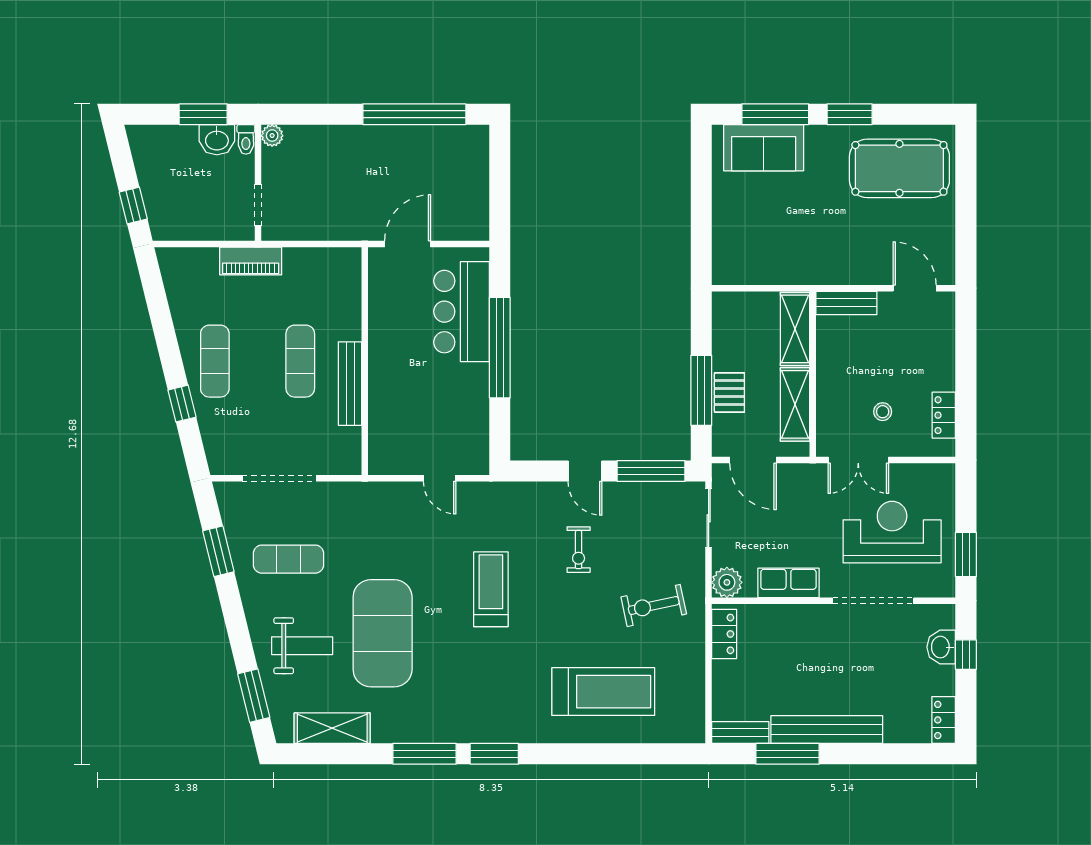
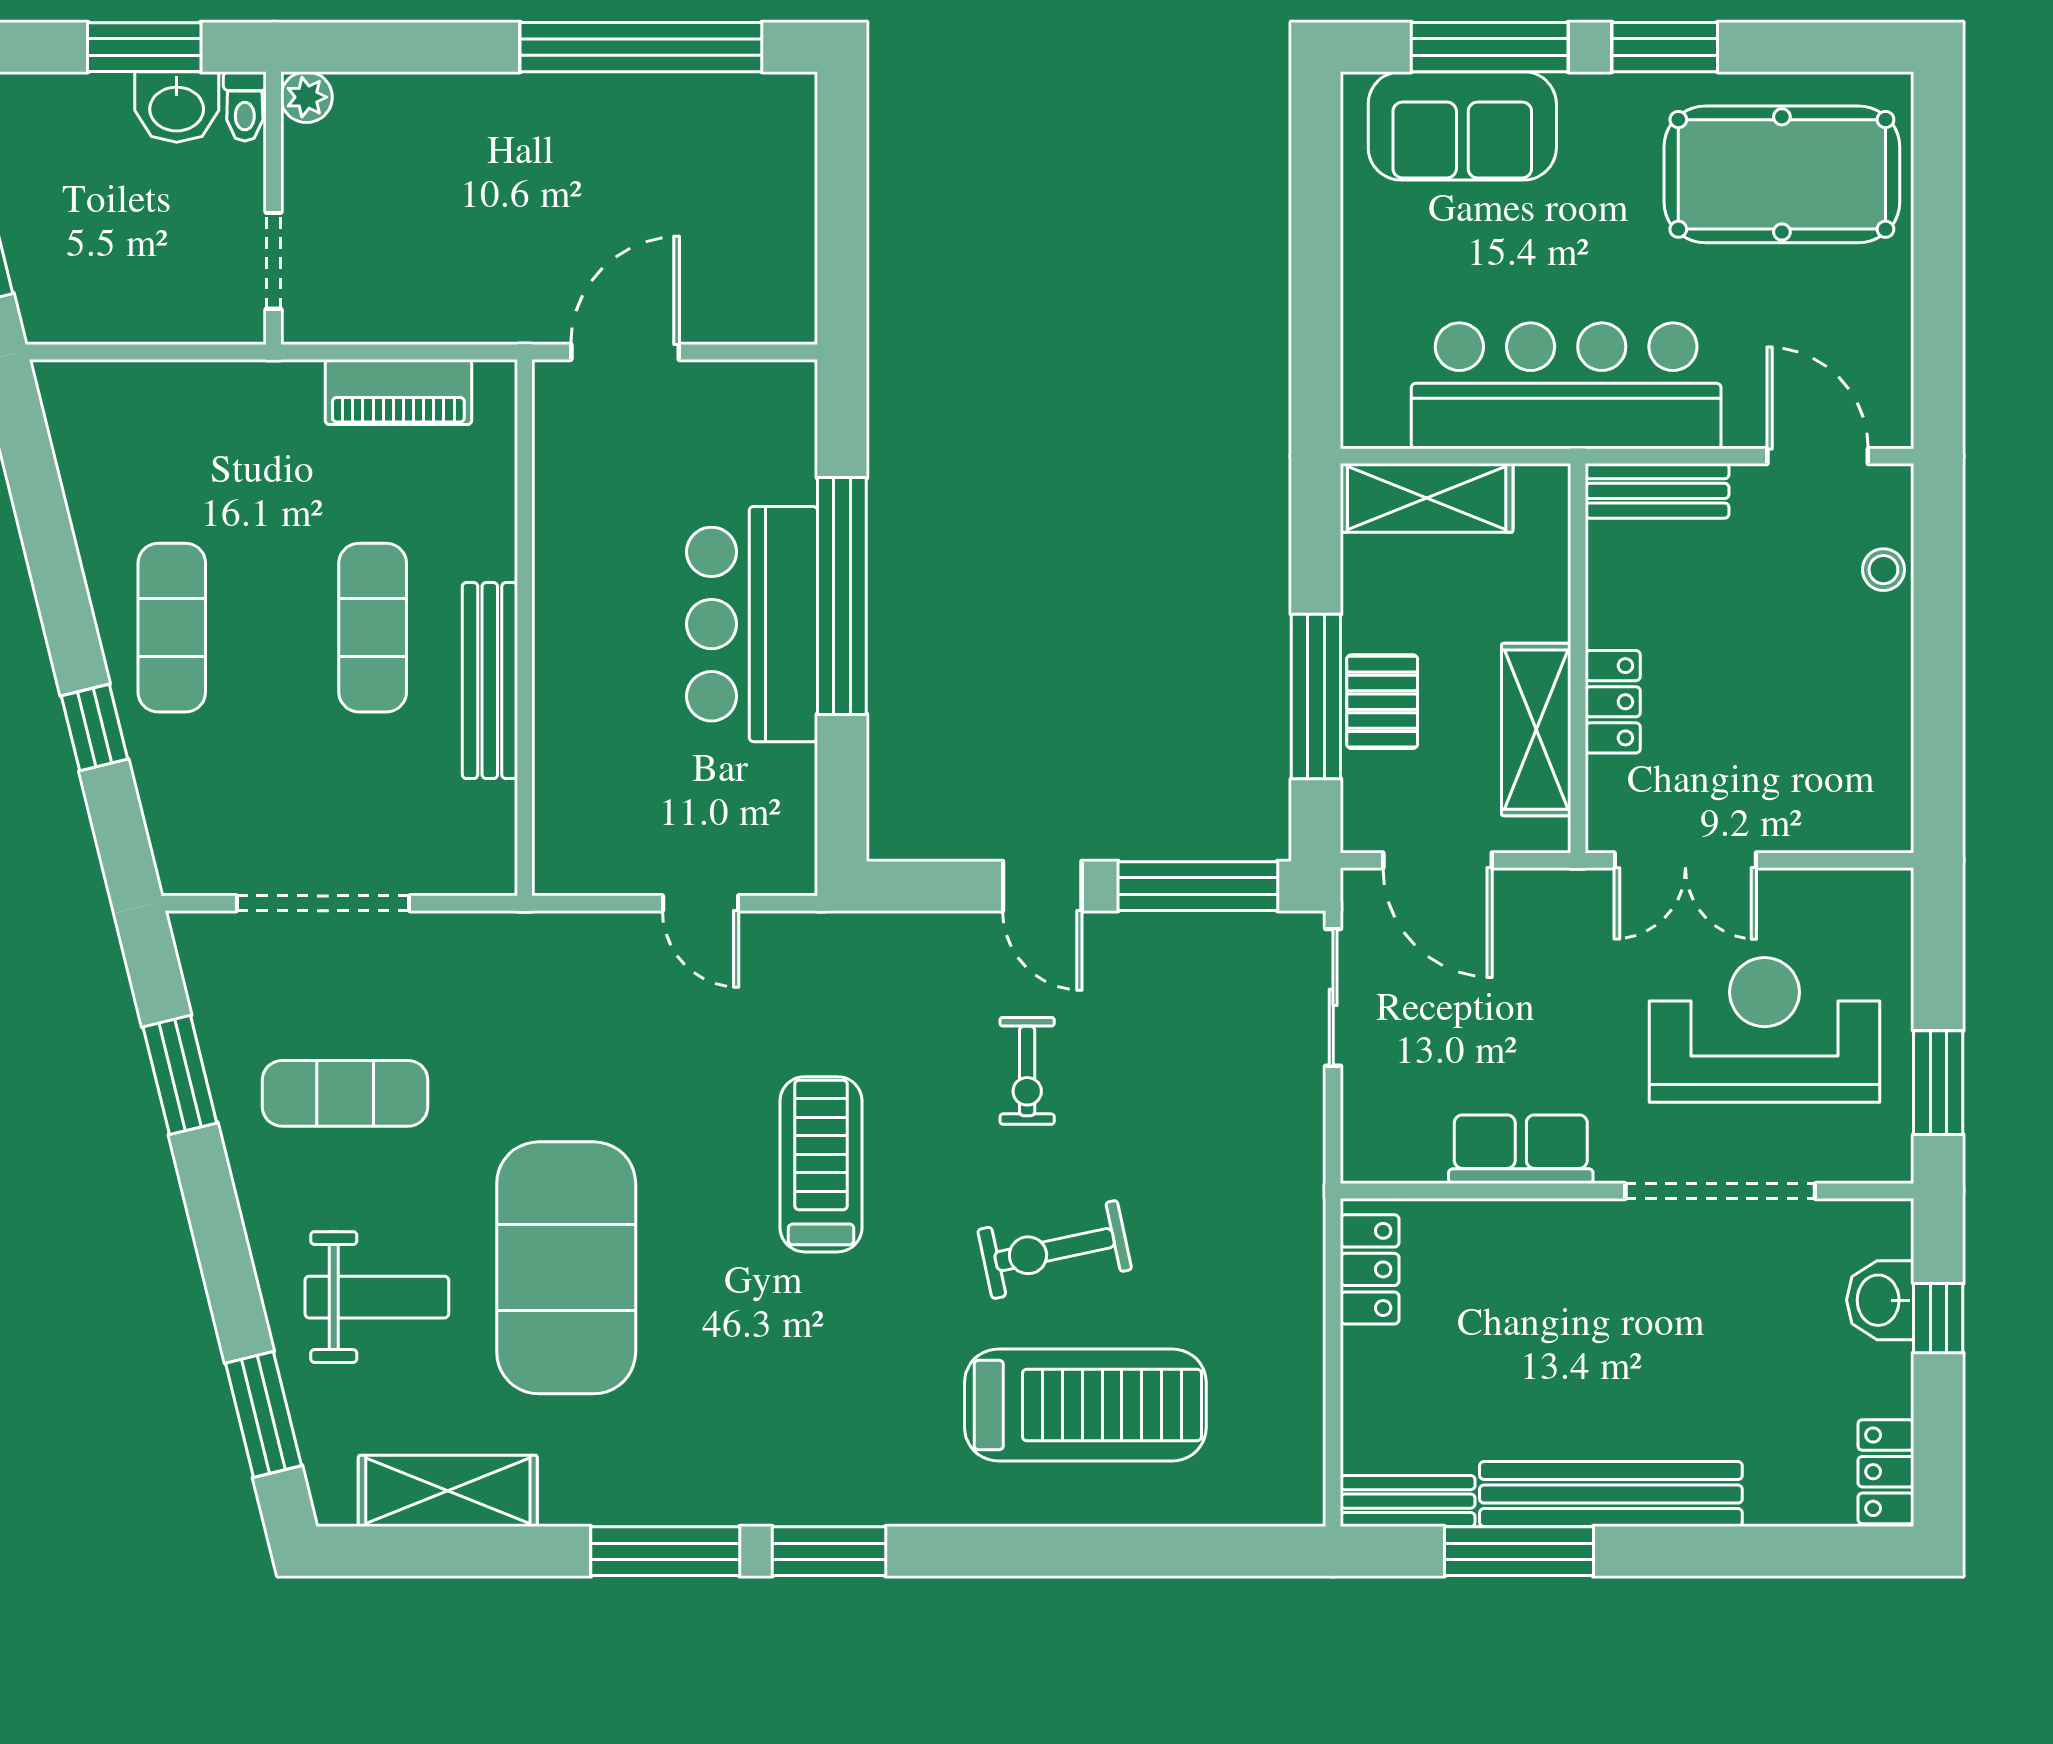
bar counter: (808, 258) -> (1566, 386), added
piano: (251, 261) -> (398, 392), moved
bar counter: (462, 312) -> (752, 624), moved
shelving: (795, 329) -> (1427, 498), moved, turned 90
stool: (883, 412) -> (1883, 570), moved
locker: (944, 415) -> (1613, 702), moved, turned 180
plant: (727, 582) -> (1376, 1148), removed
exercise bike: (654, 605) -> (1055, 1250), moved

